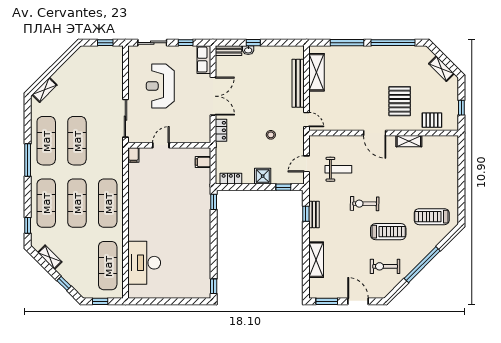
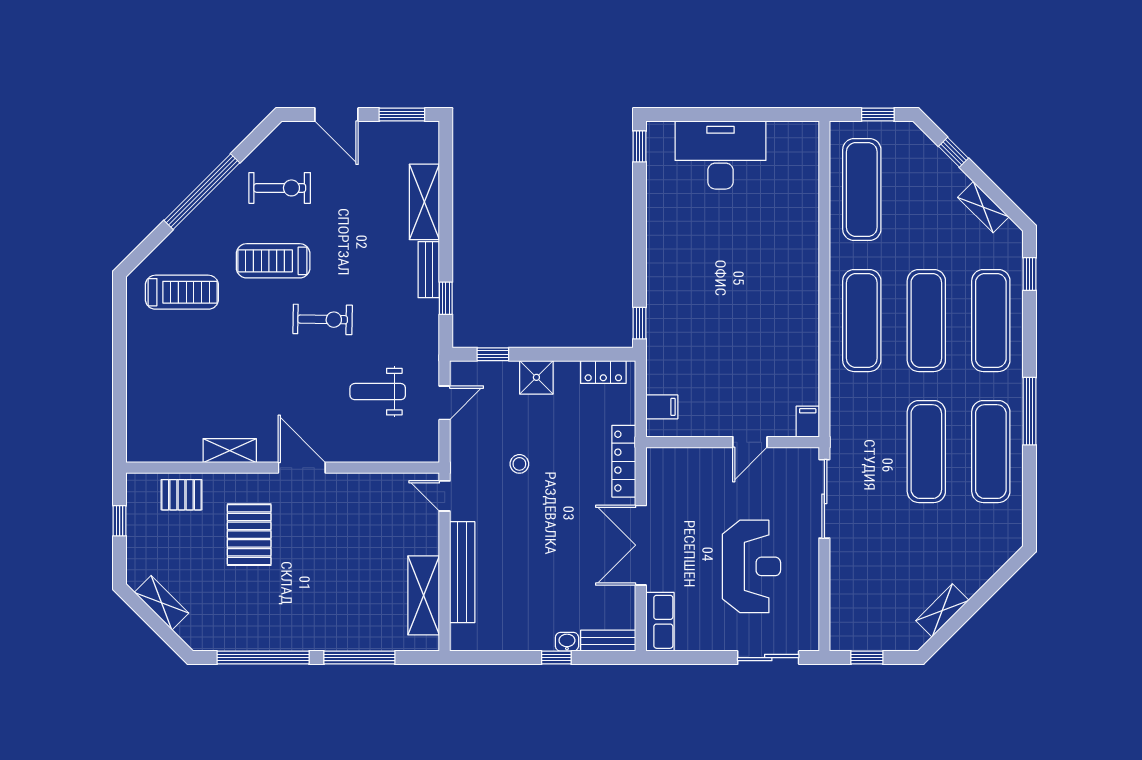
window: (186, 43) -> (698, 658), removed
shelving: (44, 90) -> (942, 610), moved
locker: (221, 130) -> (624, 461), width x1.53
bench: (314, 214) -> (429, 270), moved
desk: (144, 263) -> (721, 155), moved, turned -90

